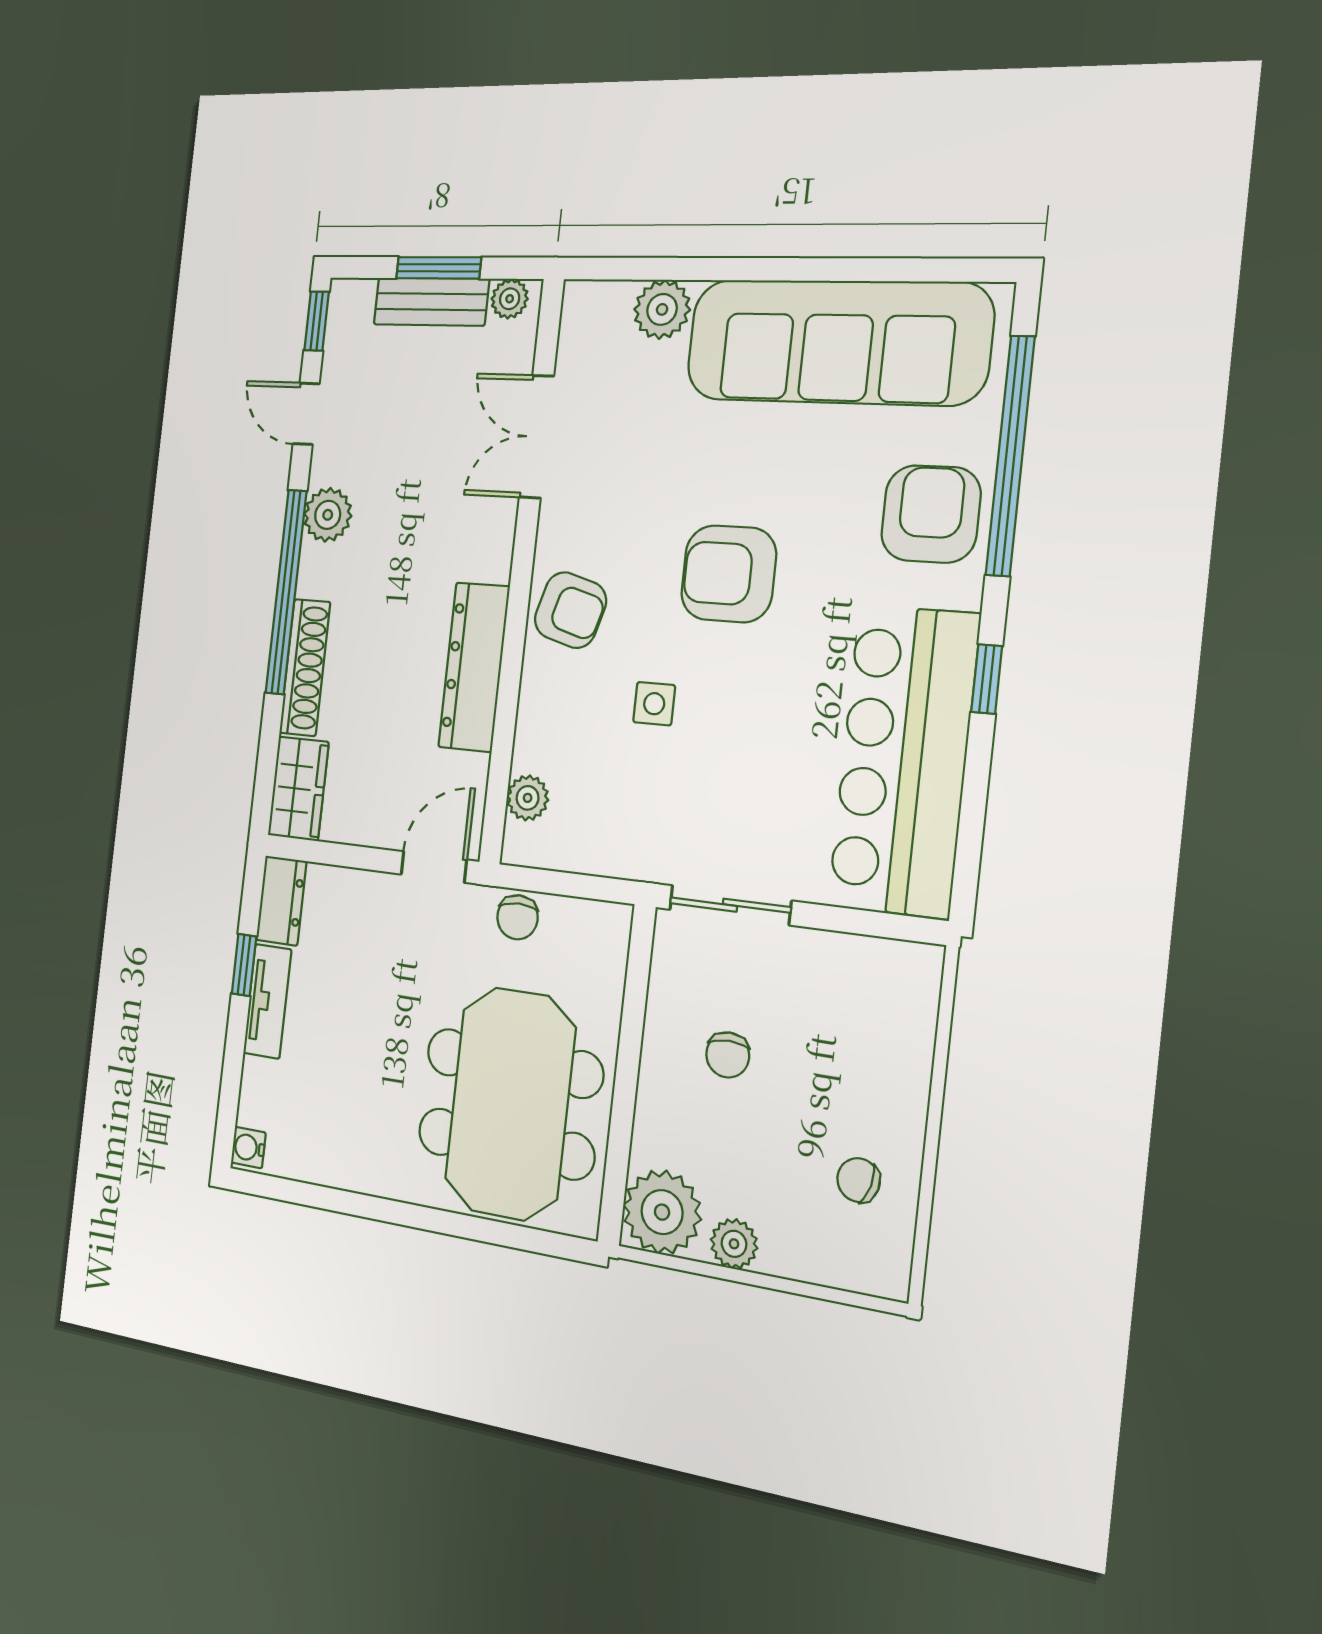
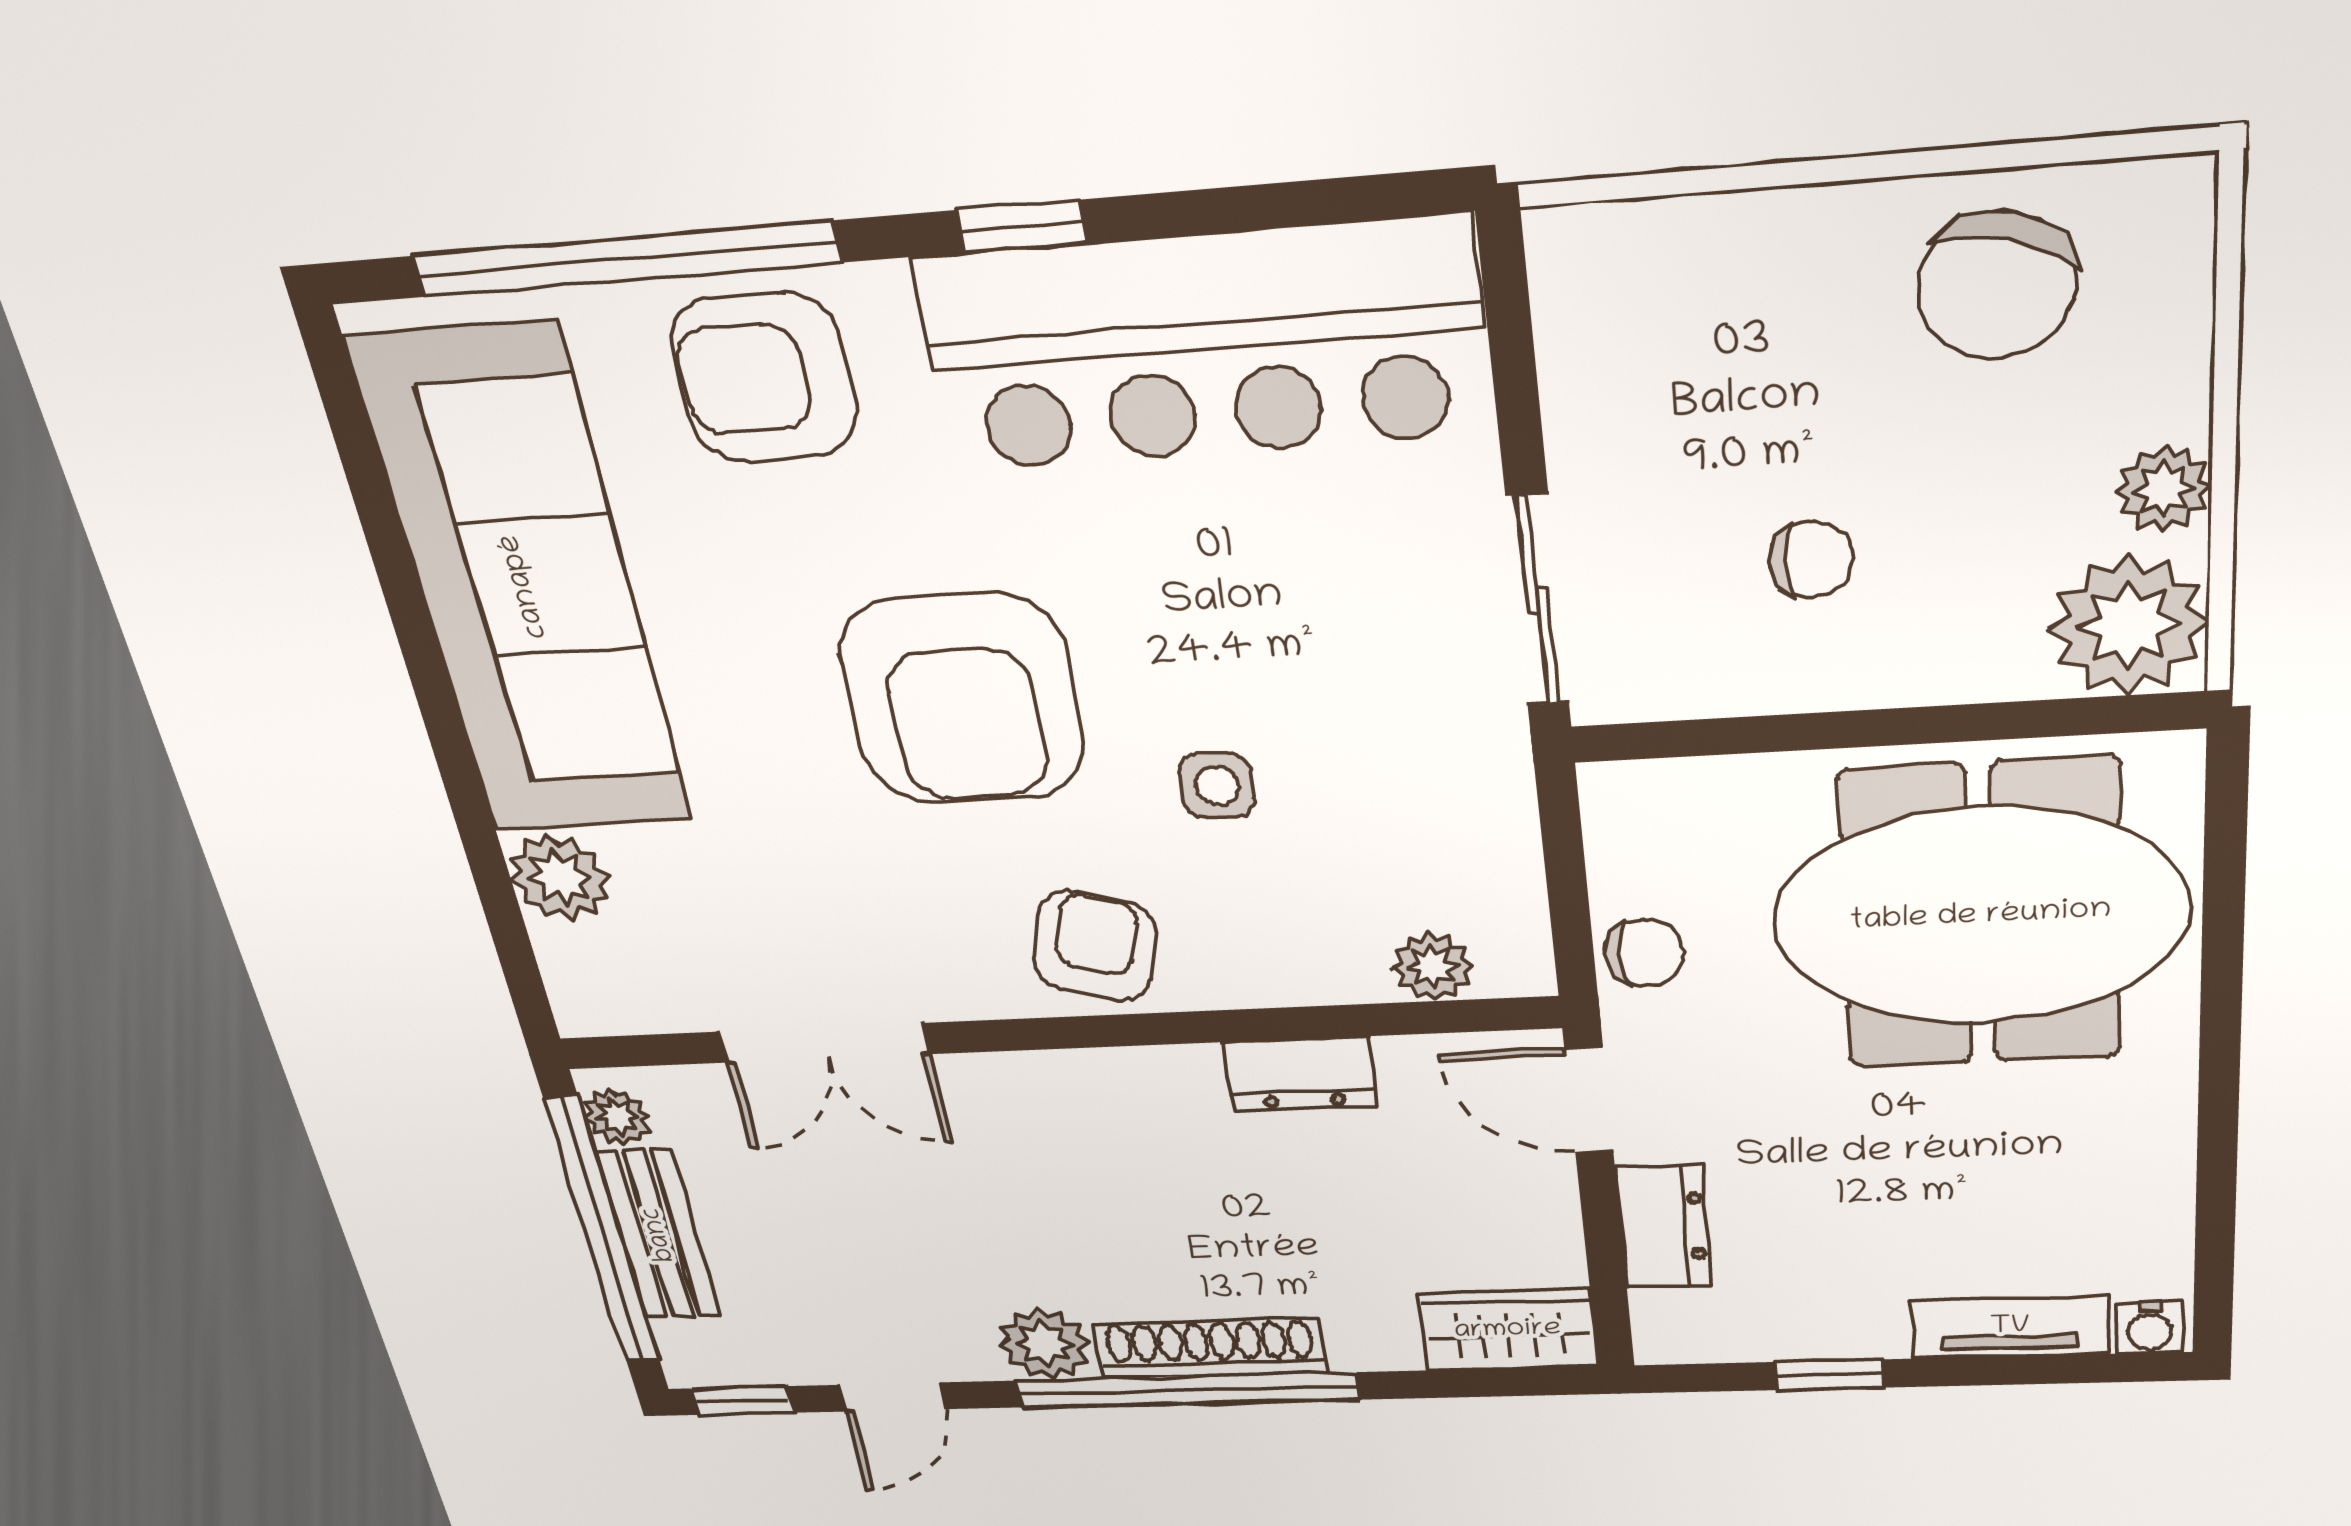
window: (439, 268) -> (603, 1231), width x2.11
armchair: (729, 574) -> (962, 700), width x1.36, depth x1.36
shoe rack: (305, 667) -> (1210, 1348), moved
dresser: (474, 667) -> (1301, 1074), width x0.51, depth x0.80
dresser: (281, 901) -> (1663, 1227), moved, turned 90
tv unit: (267, 1001) -> (2010, 1327), moved
chair: (859, 1180) -> (1997, 286), width x1.87, depth x1.87

